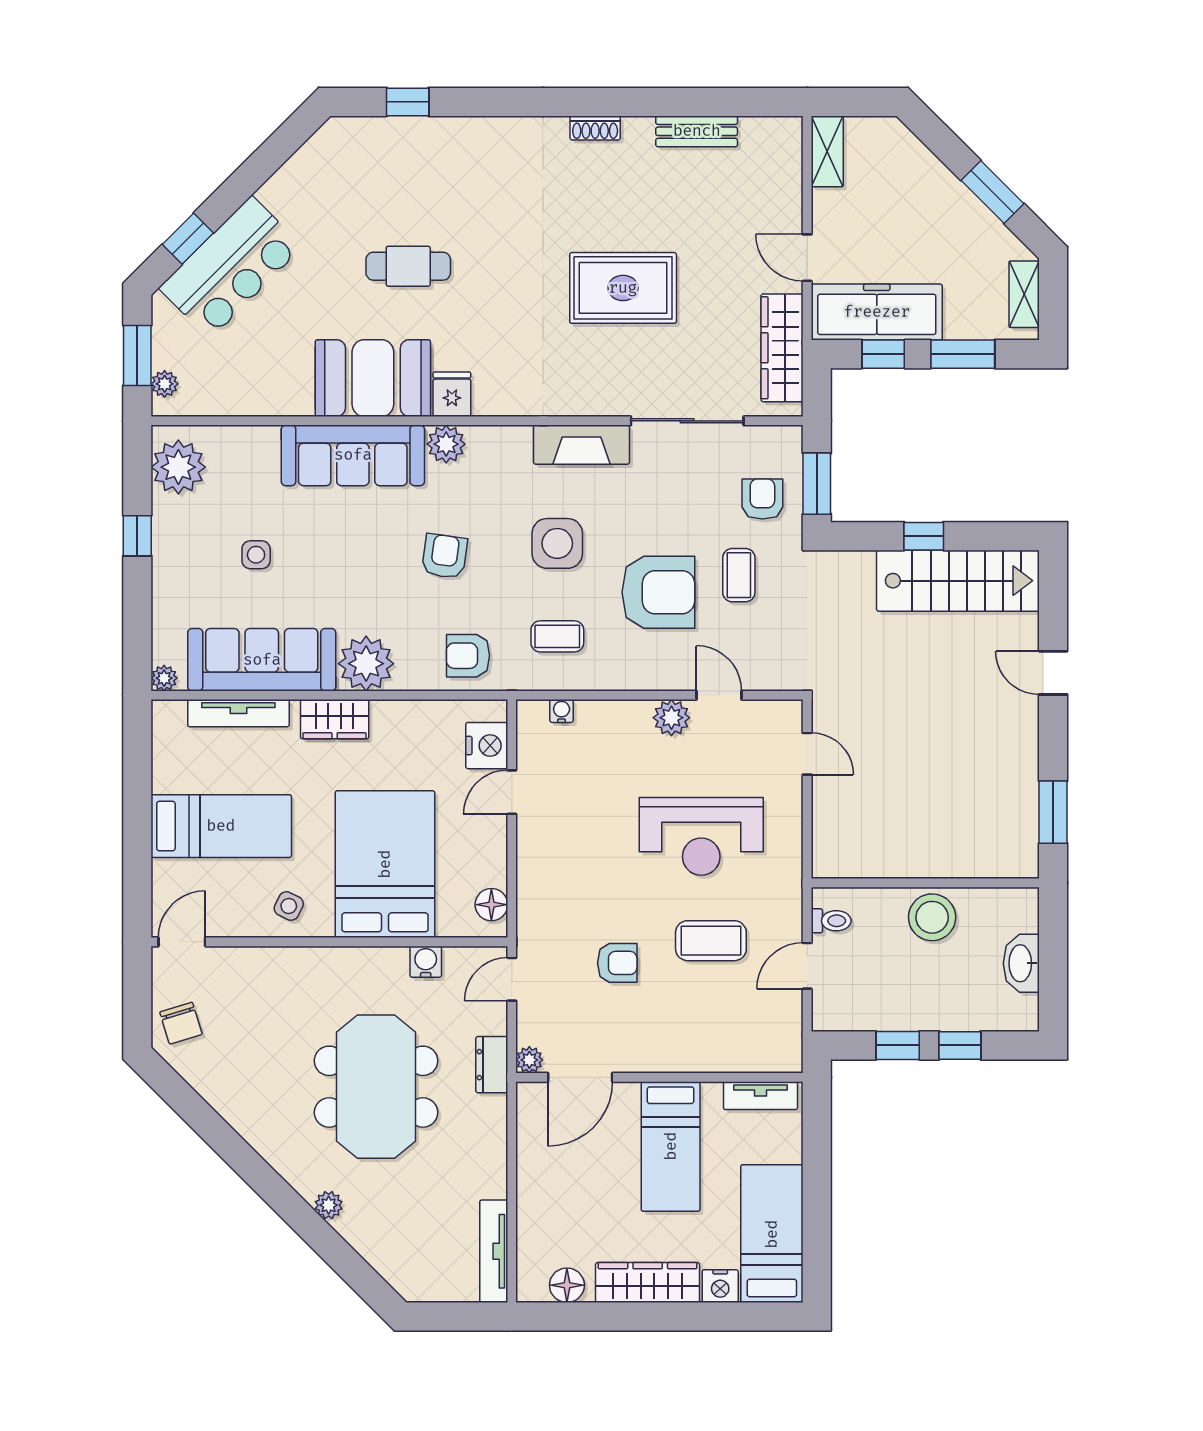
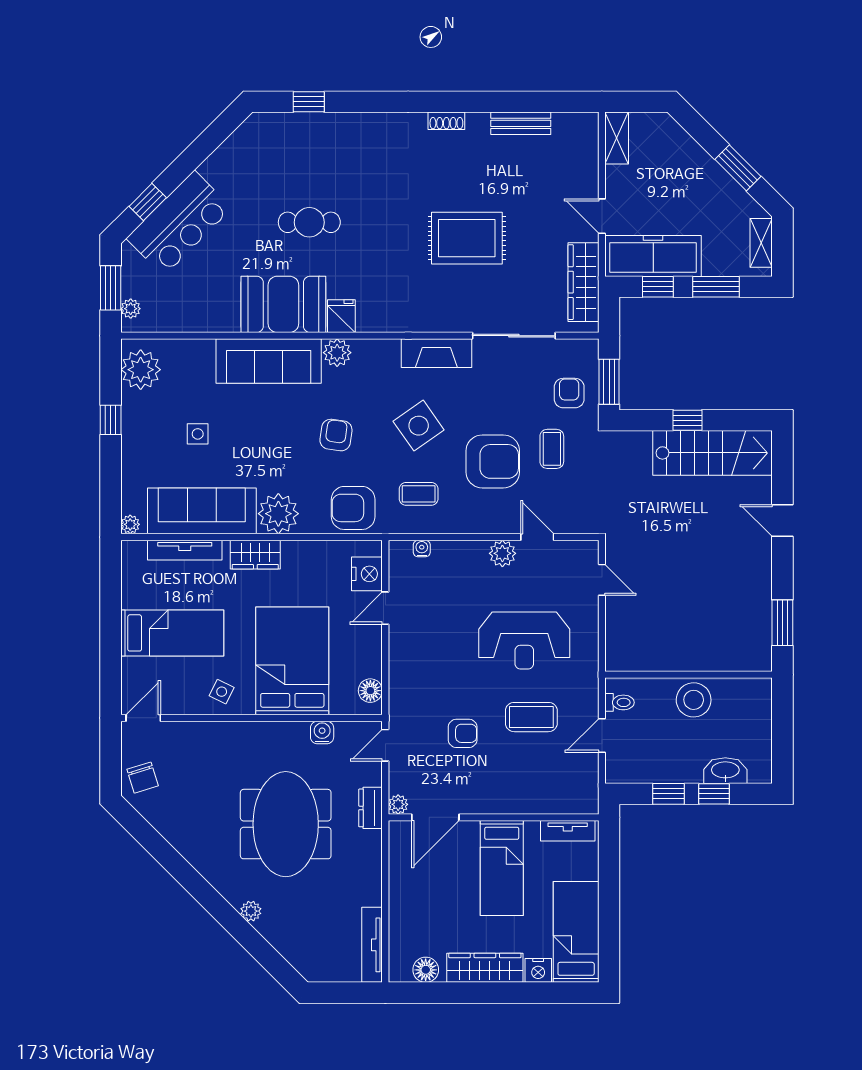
side table: (557, 543) -> (419, 426), turned -35
armchair: (468, 656) -> (353, 508), width x1.38, depth x1.38
washbasin: (1021, 963) -> (725, 771), moved, turned 90

